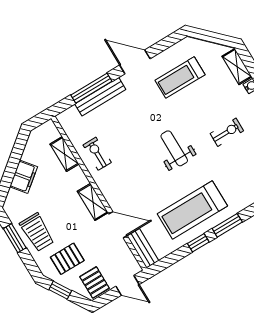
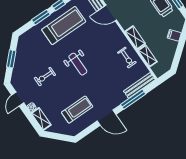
bench: (100, 97) -> (139, 85), moved
filing cabinet: (24, 177) -> (174, 35), width x0.50
shelving: (93, 202) -> (135, 38), moved

